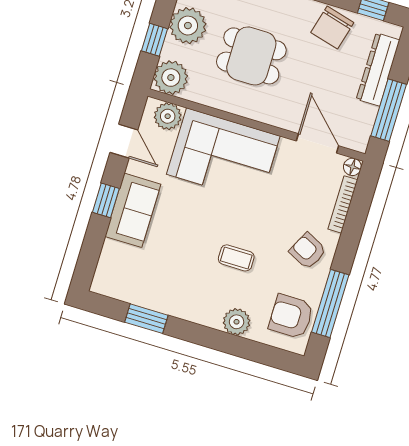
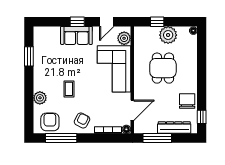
chair: (332, 27) -> (187, 101), turned 75
plant: (171, 78) -> (142, 34), removed

